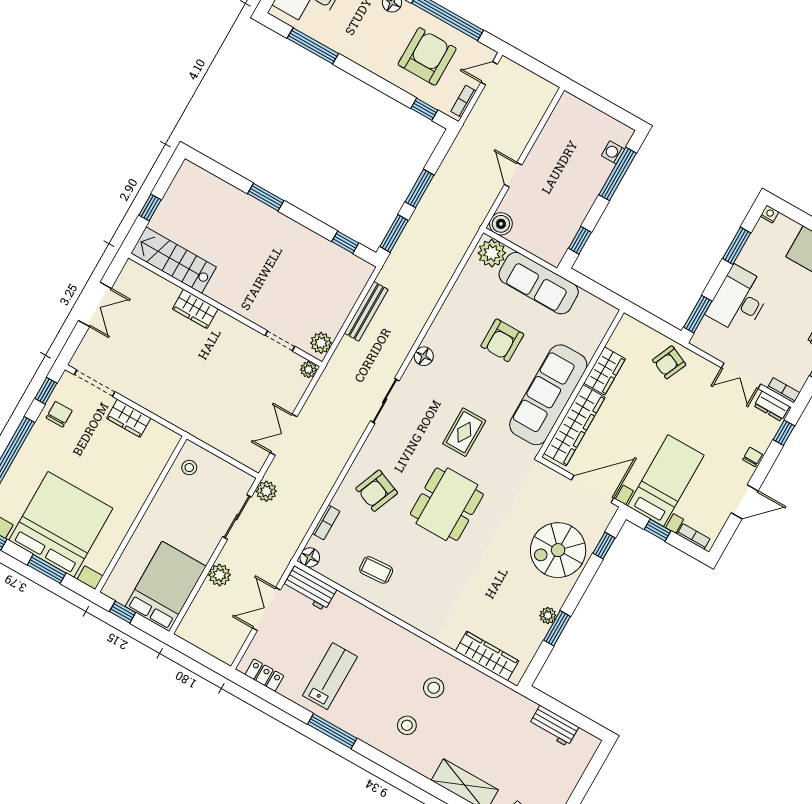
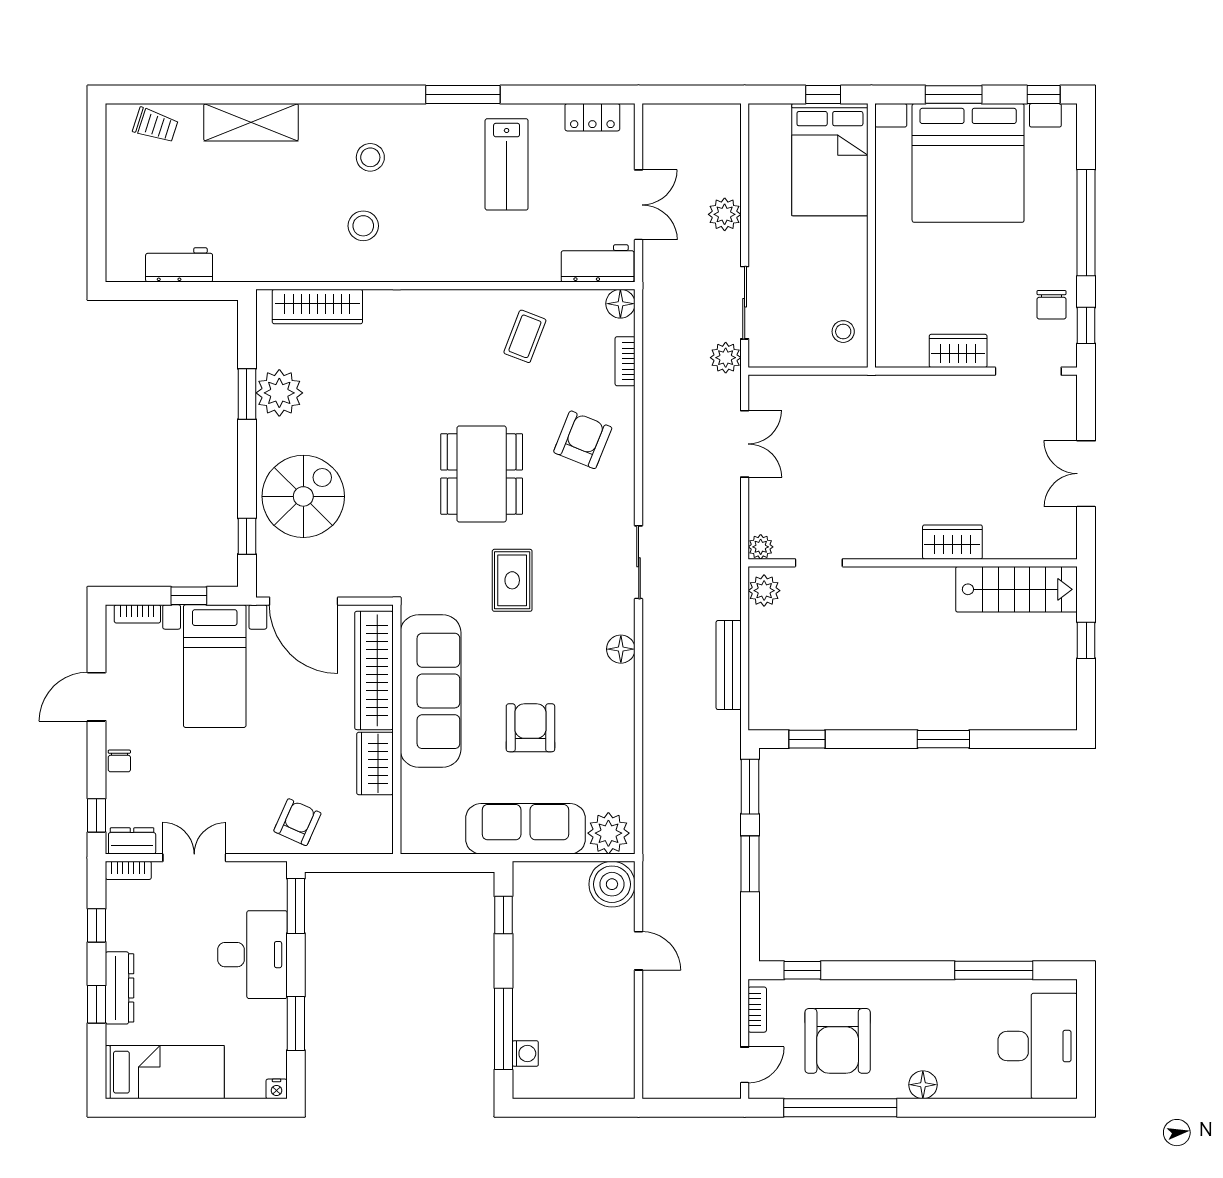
boiler: (501, 224) -> (612, 884), width x1.37, depth x1.37
door: (593, 489) -> (304, 601), hinge flipped
coffee table: (376, 570) -> (525, 336), turned -65
bed: (166, 586) -> (830, 160), moved
plant: (548, 616) -> (279, 393), width x1.88, depth x1.88

